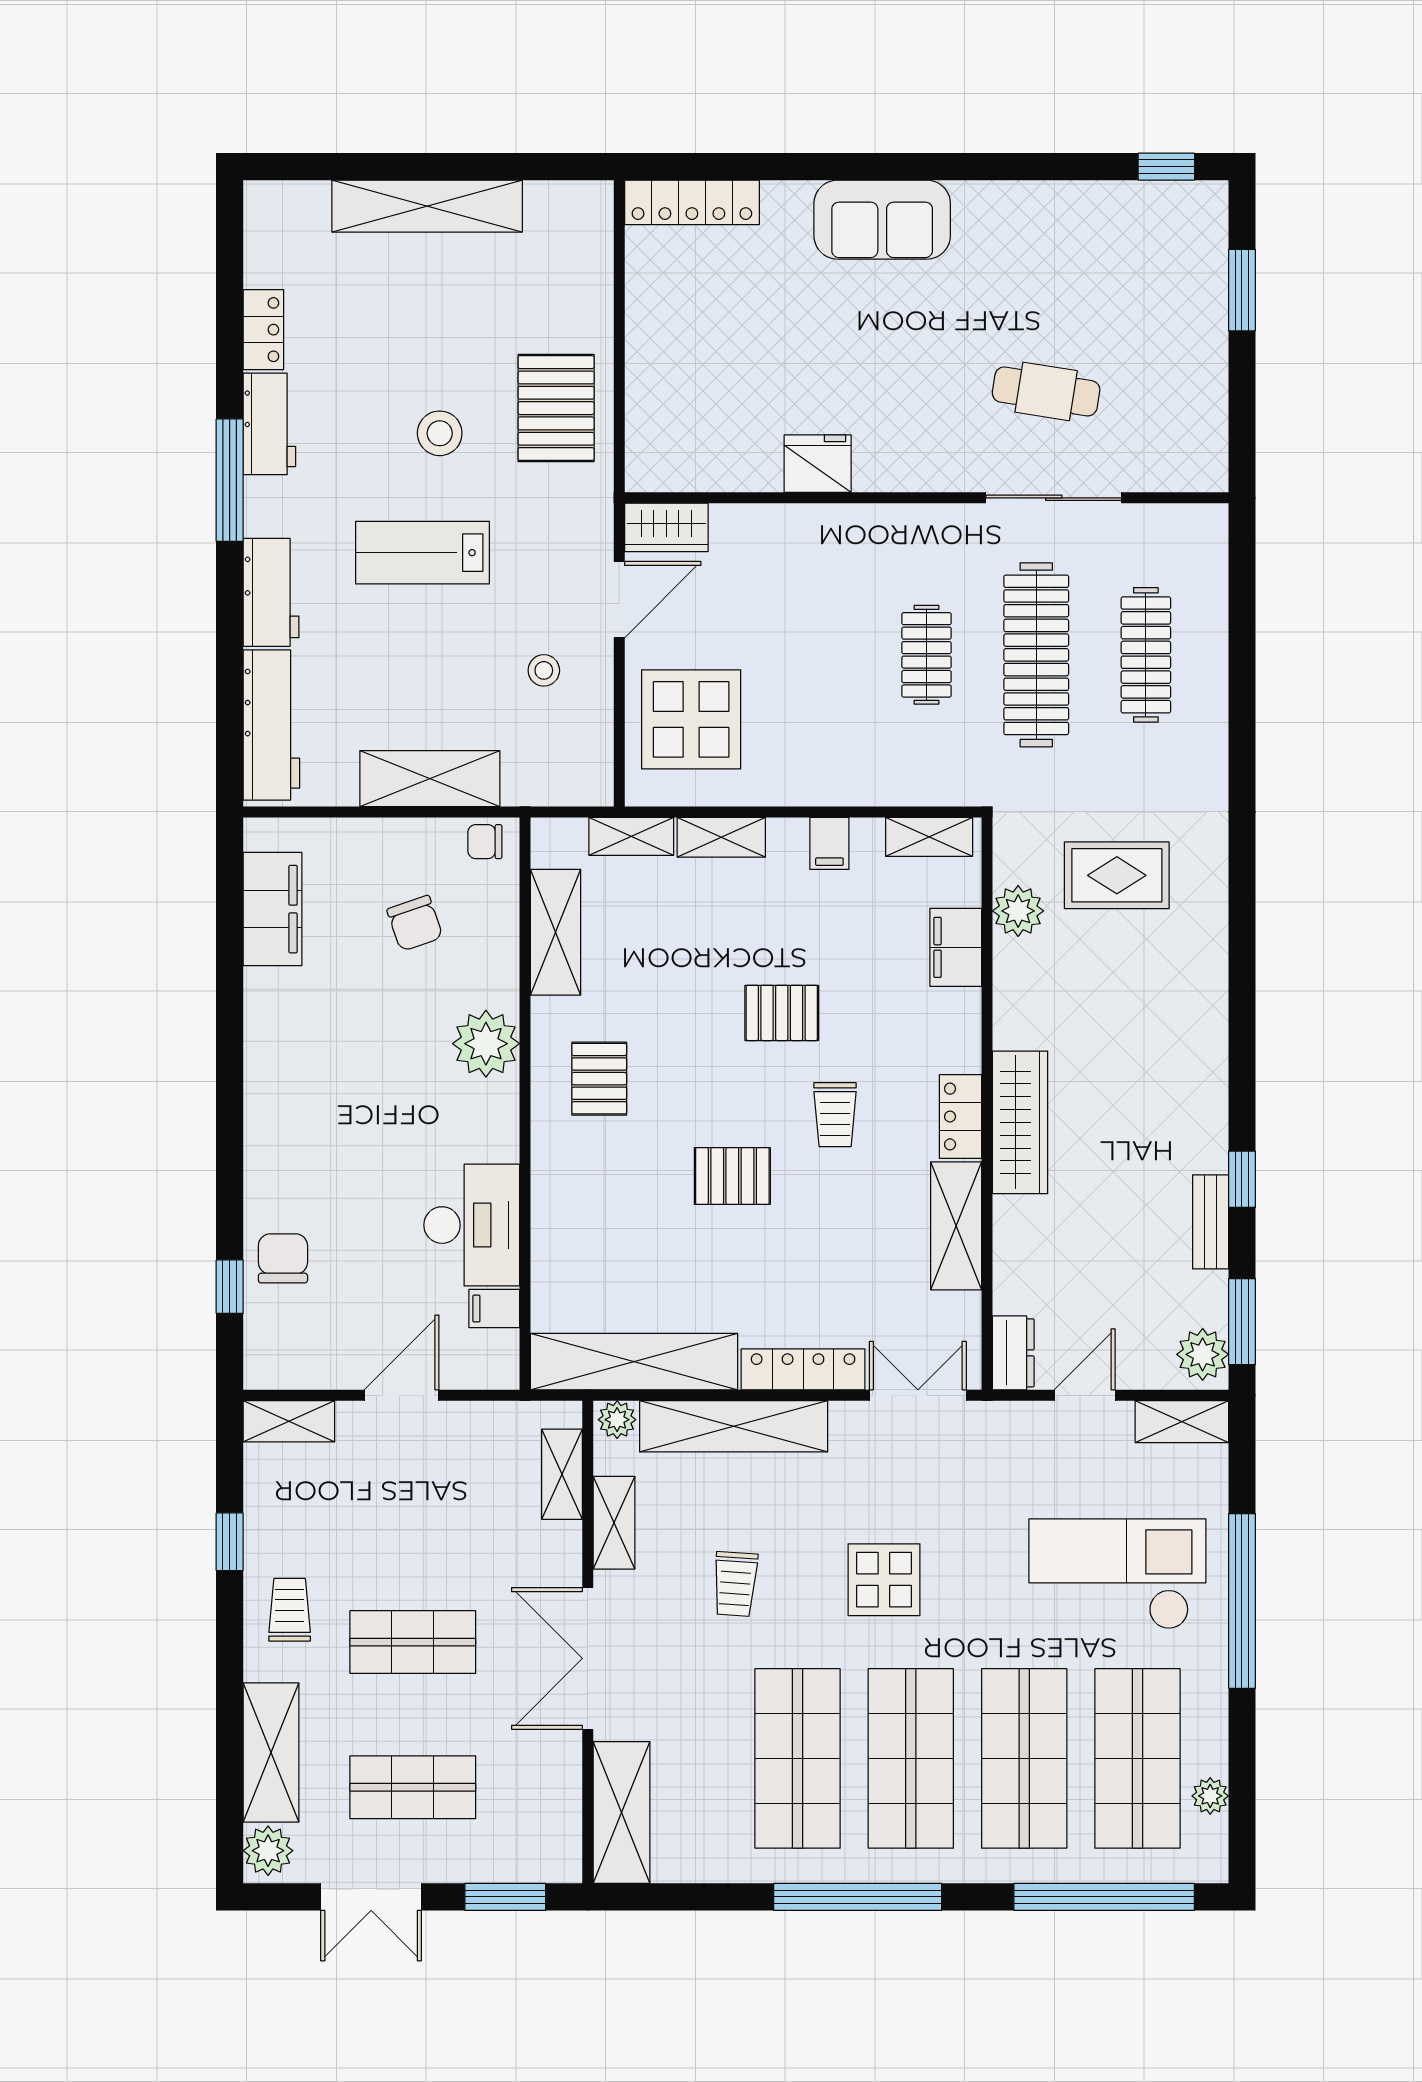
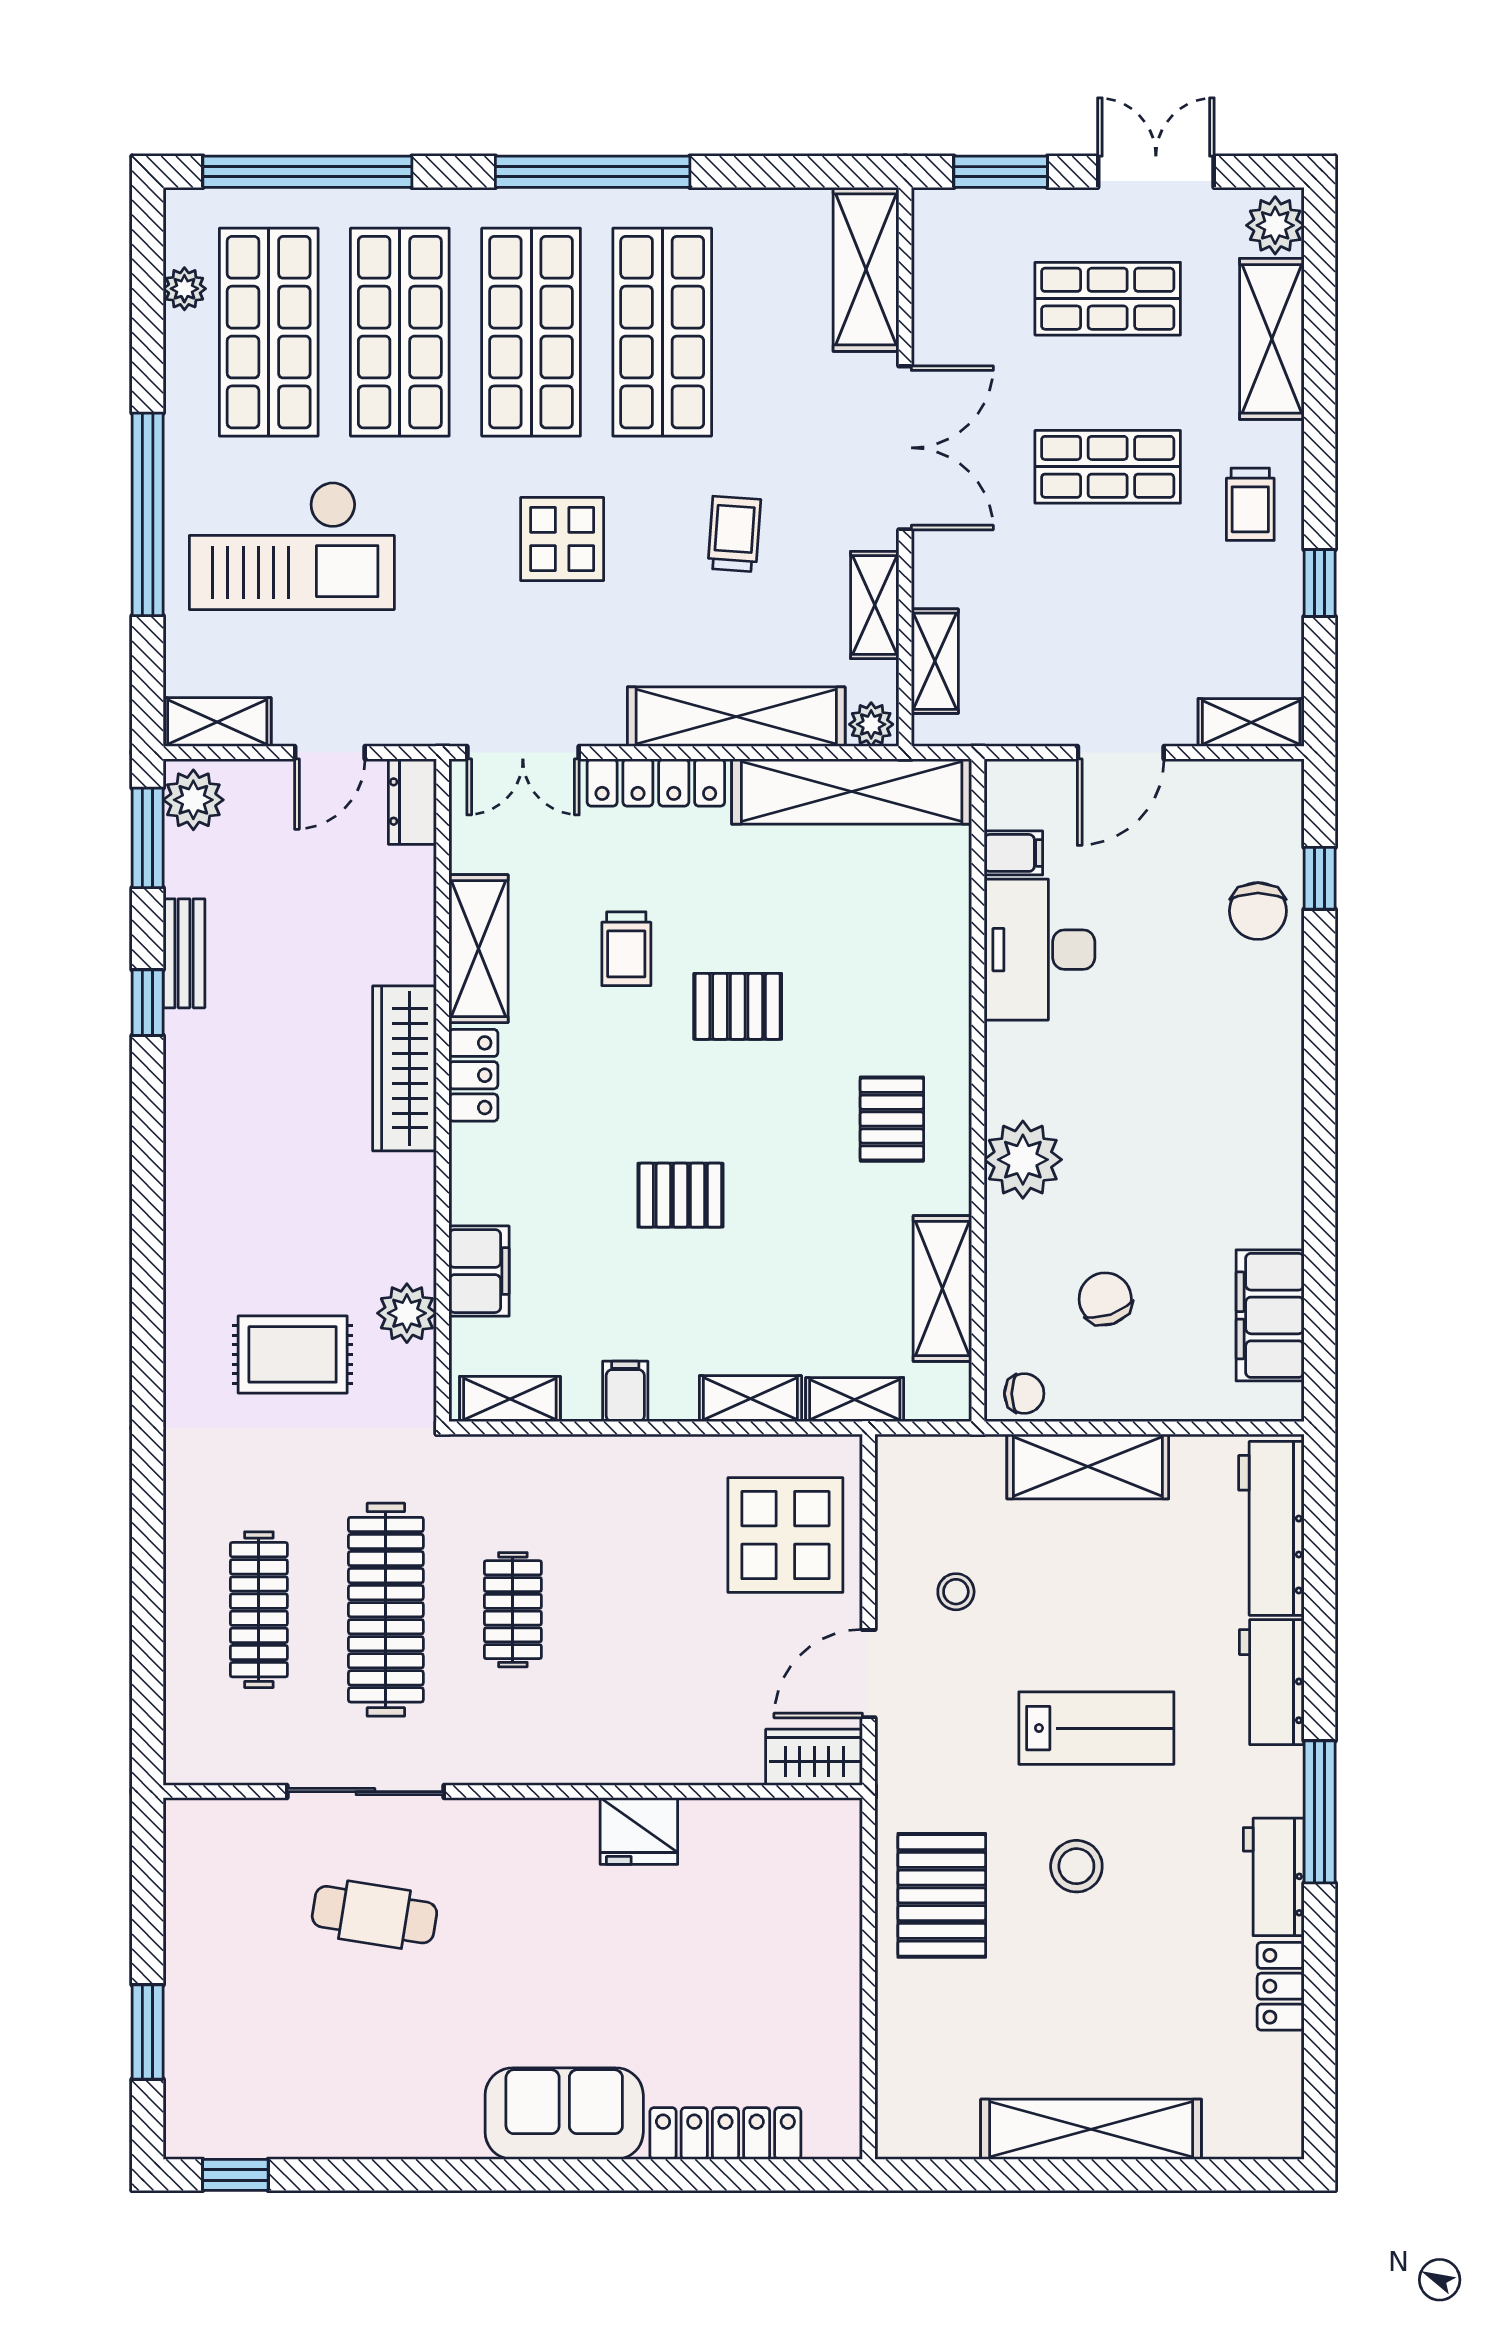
locker: (692, 202) -> (725, 2133), moved
trolley: (835, 1115) -> (626, 949), moved, turned 180

